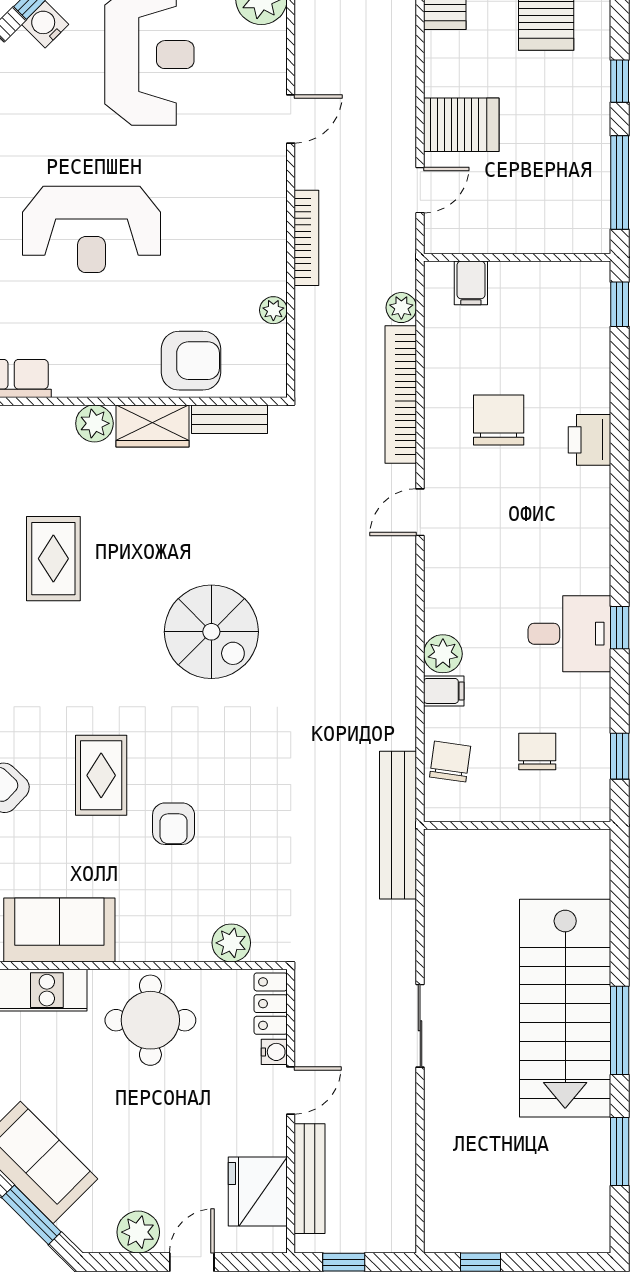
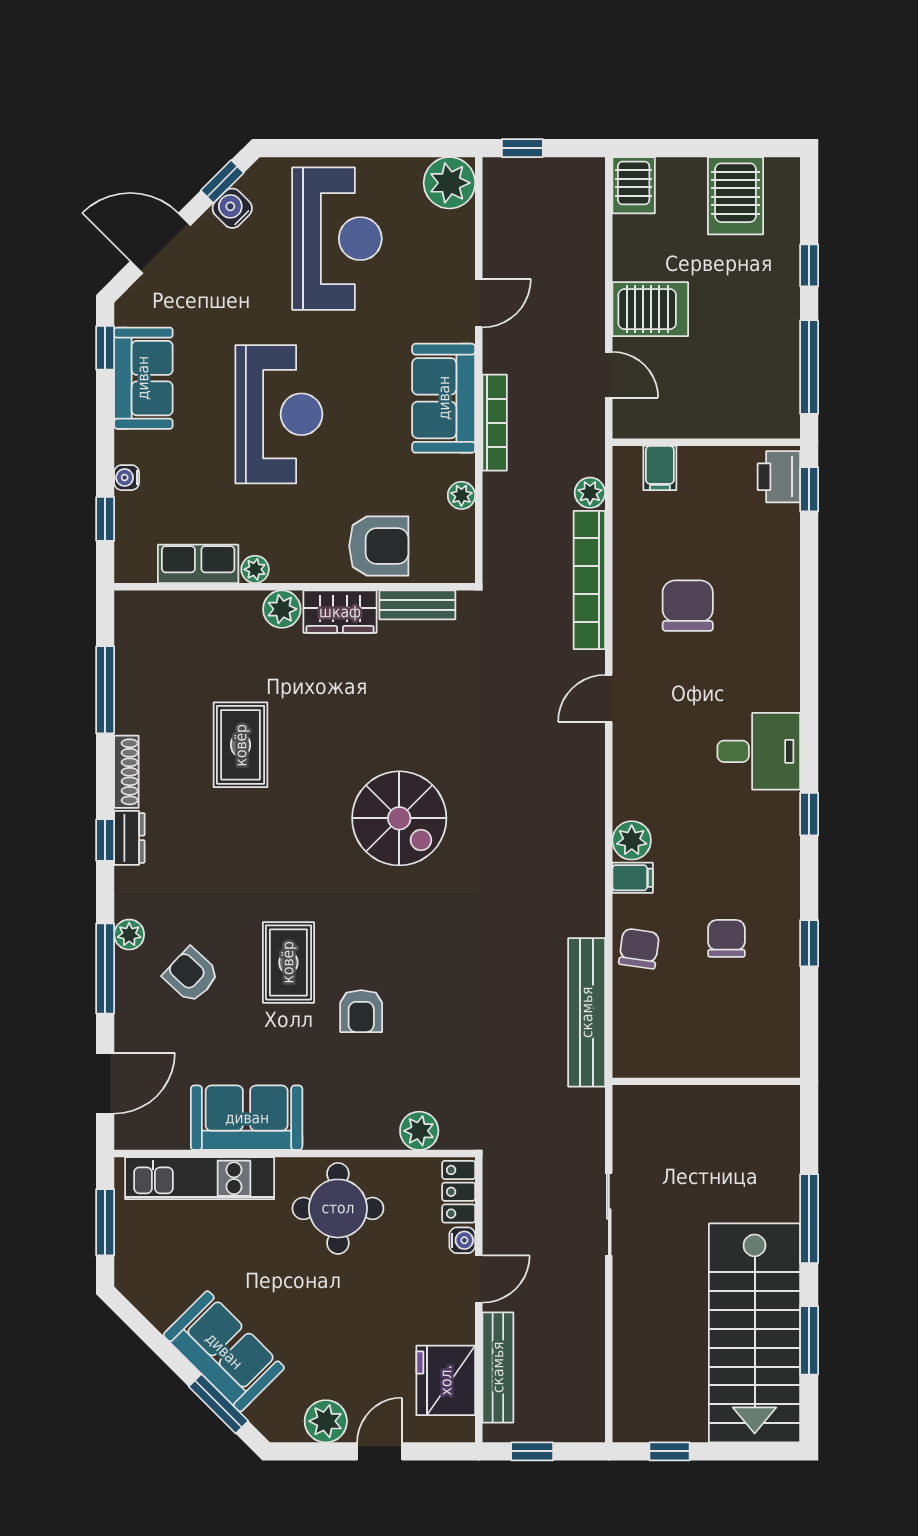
door: (420, 190) -> (609, 375), hinge flipped
sofa: (256, 213) -> (444, 398), added
reception desk: (91, 229) -> (279, 414), turned -90
plant: (68, 384) -> (255, 569), added
printer: (589, 440) -> (779, 477), moved
desk: (569, 634) -> (759, 751), moved
wall: (517, 825) -> (706, 1081), moved
stairs: (565, 1008) -> (755, 1333), moved

